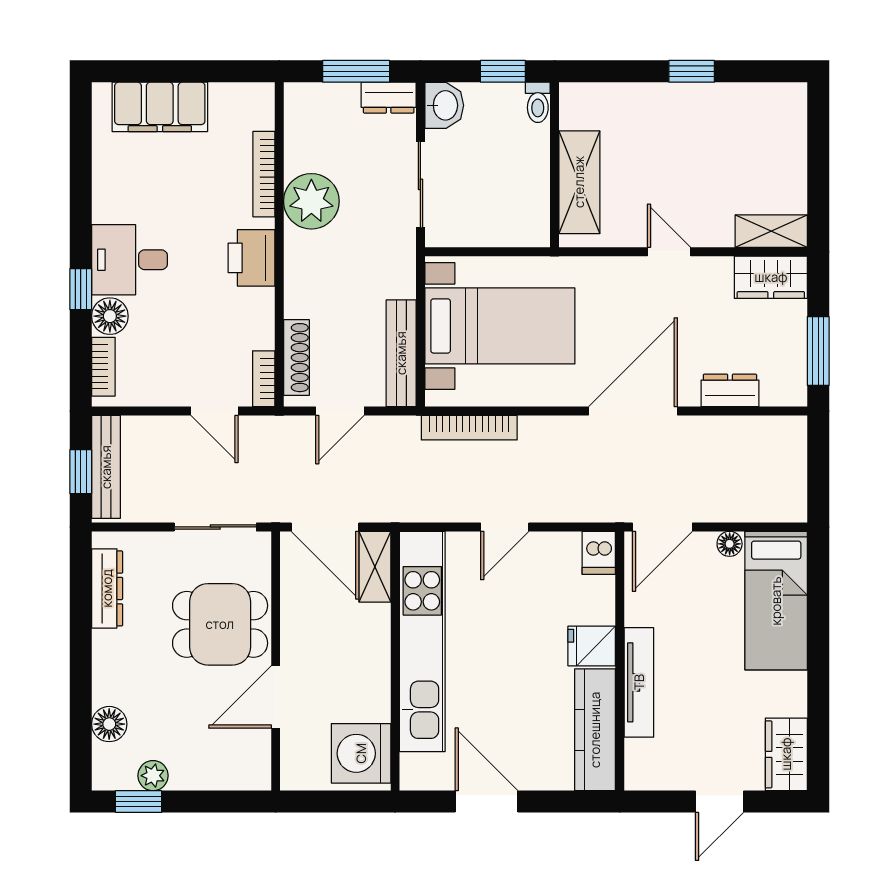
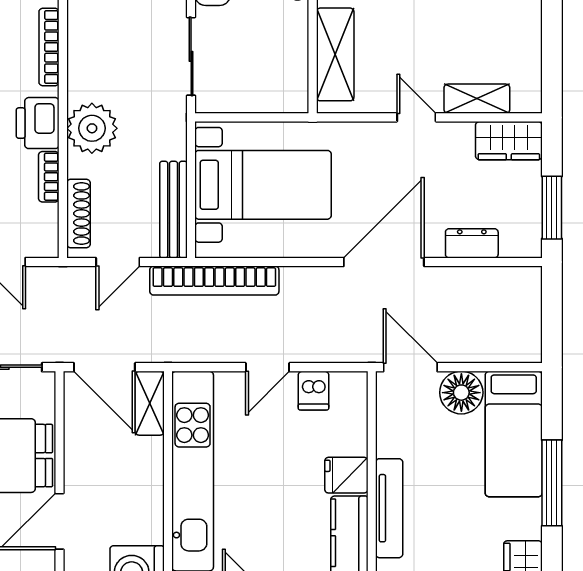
plant: (311, 201) -> (92, 128), moved
shelving: (771, 231) -> (477, 99), moved
bookcase: (264, 379) -> (49, 177), moved
bookcase: (469, 428) -> (214, 281), width x1.48, depth x1.31
door: (662, 527) -> (410, 367), swing flipped
floor lamp: (730, 544) -> (461, 393), width x1.89, depth x1.89
dishwasher: (599, 553) -> (313, 391), moved
window: (818, 655) -> (552, 483), added

